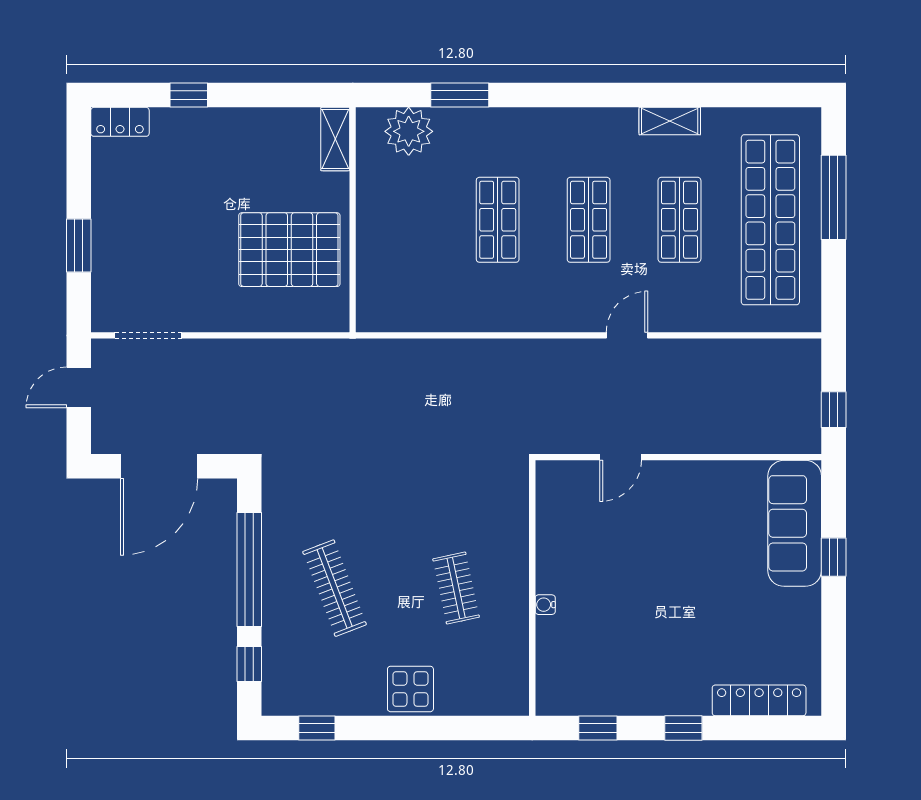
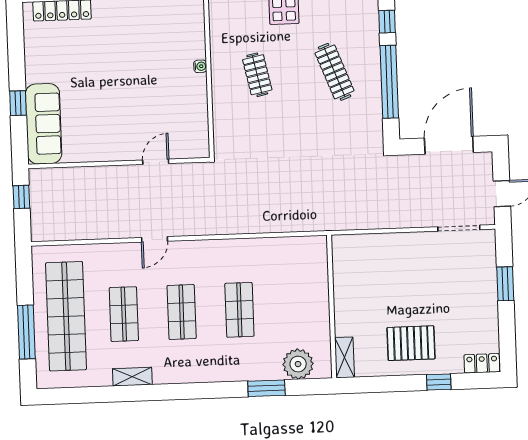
pallet: (289, 250) -> (411, 343), moved, width x0.73, depth x0.71

